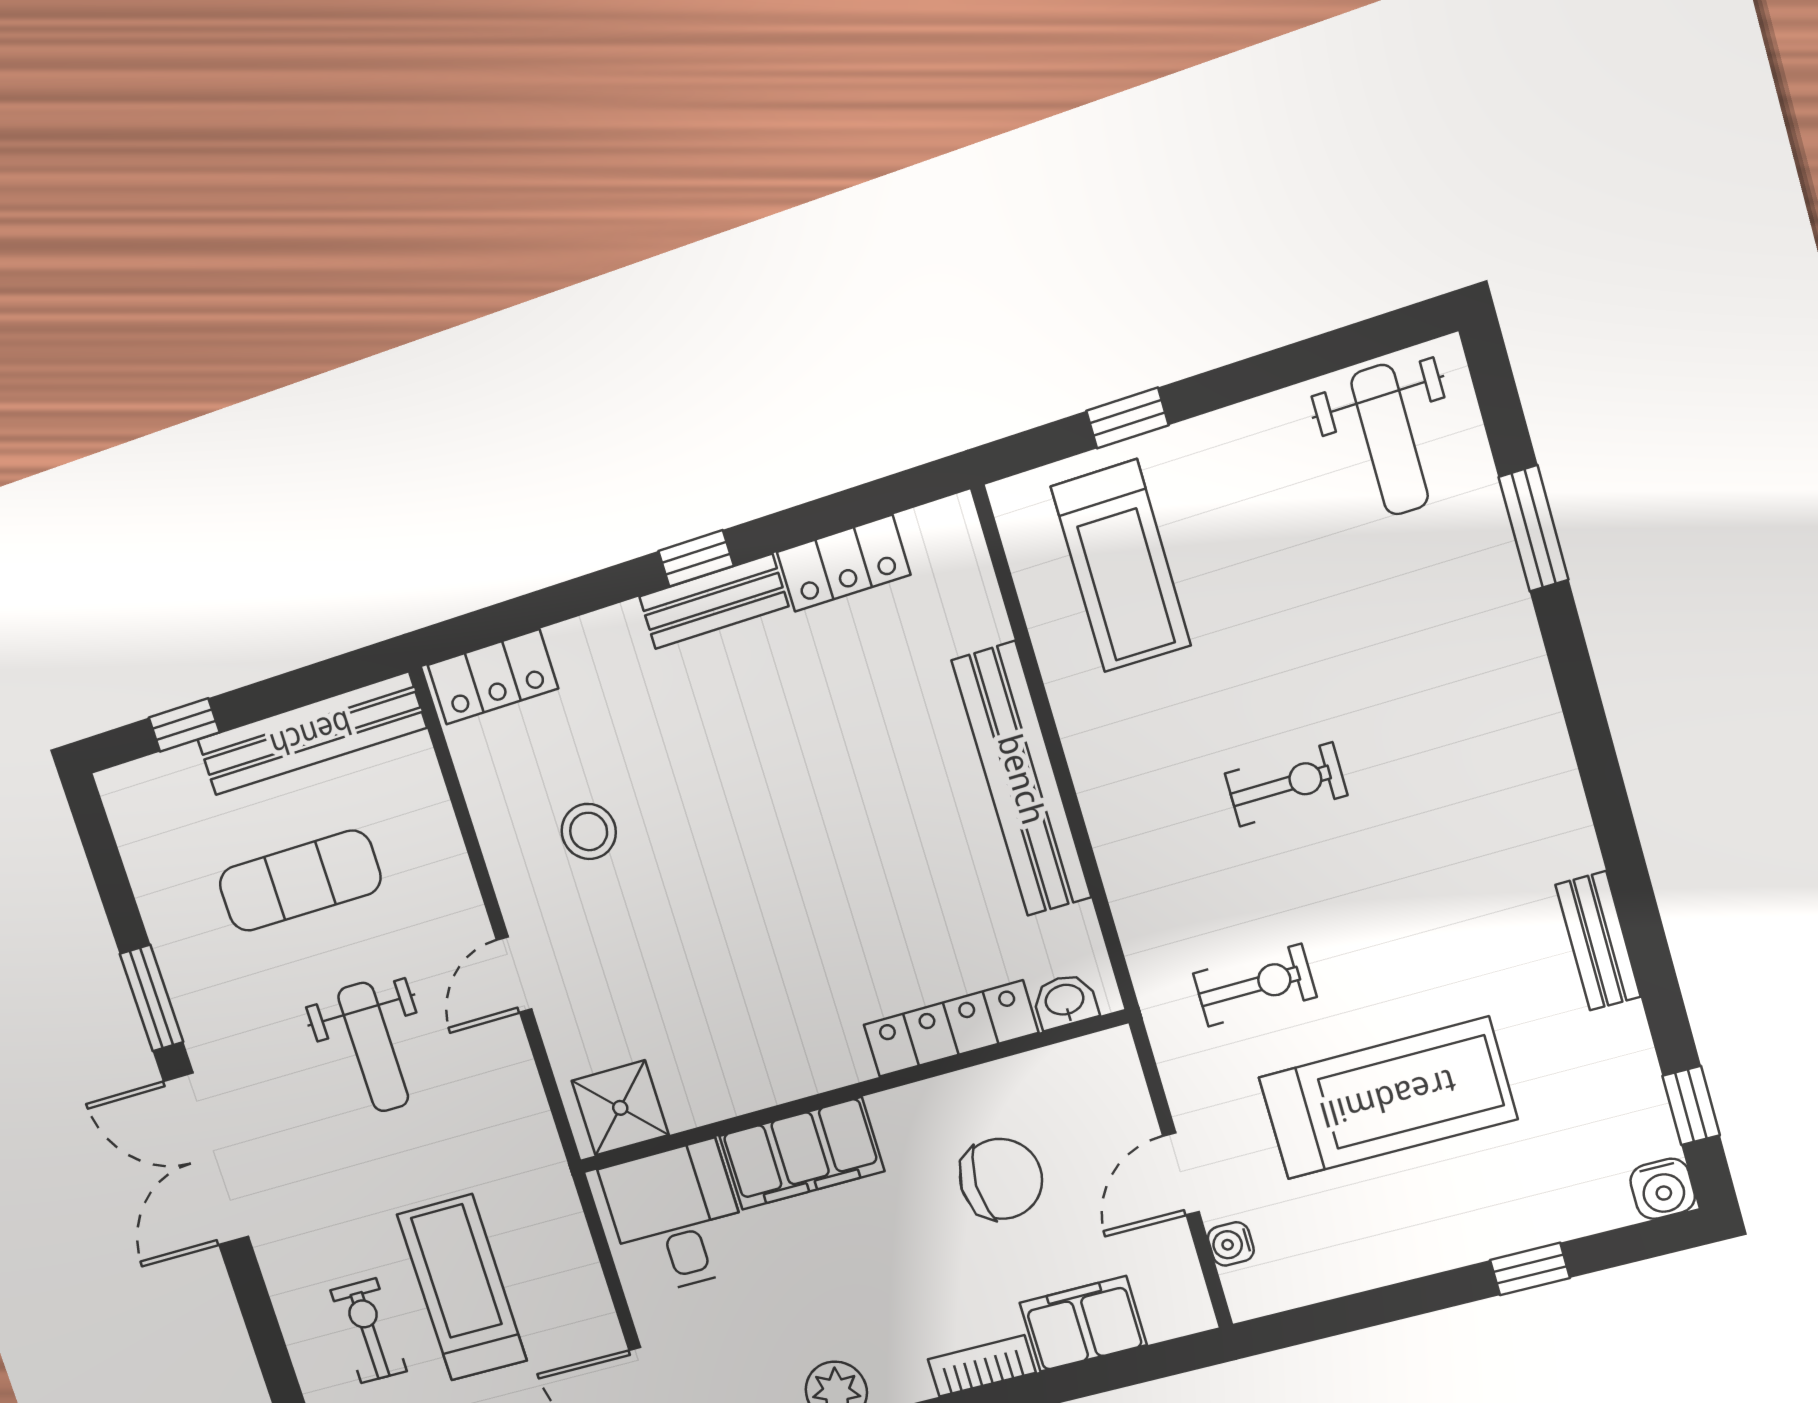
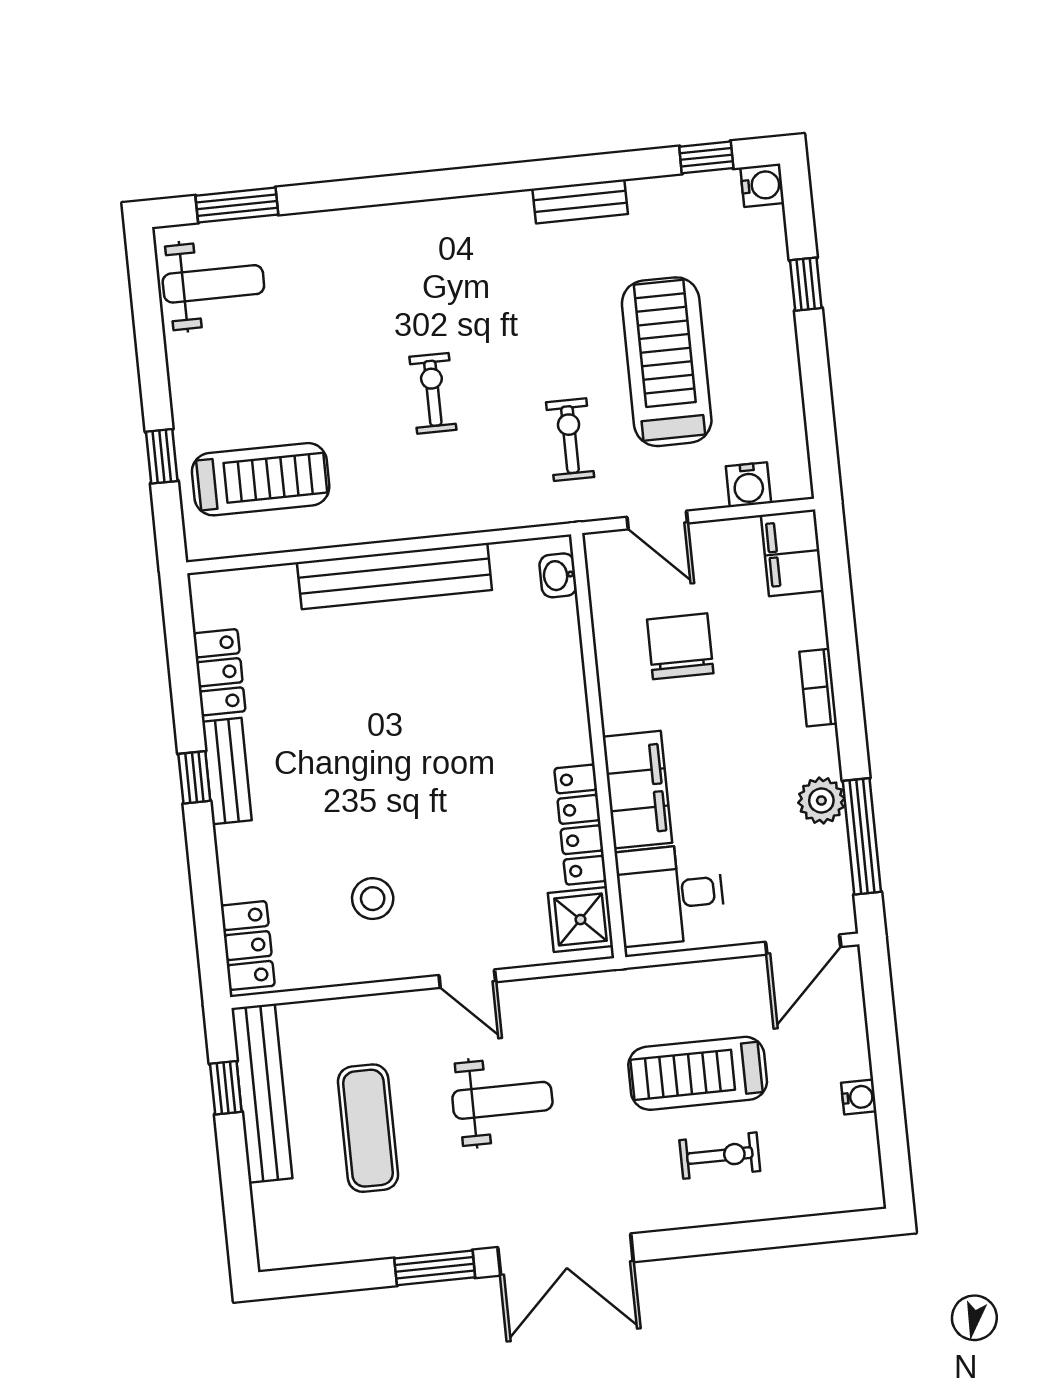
window: (1534, 528) -> (237, 205), moved
window: (184, 725) -> (226, 1088), moved
locker: (951, 1029) -> (580, 825), moved
door: (1181, 1174) -> (657, 520), moved
water cooler: (1231, 1244) -> (748, 485), width x1.38, depth x1.38
filing cabinet: (1083, 1324) -> (792, 553), moved
exercise bike: (369, 1331) -> (720, 1156), turned 180

